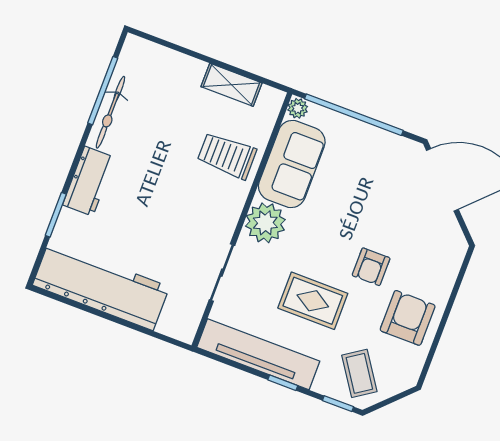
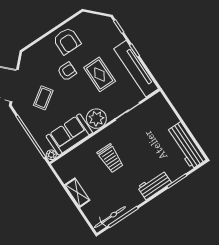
shelving: (231, 85) -> (77, 193), moved
bicycle: (110, 112) -> (110, 217), moved
trolley: (227, 156) -> (111, 158), moved
workbench: (101, 286) -> (186, 145), width x0.73, depth x0.76
armchair: (408, 318) -> (67, 41), turned -90
coffee table: (359, 373) -> (43, 98), moved

